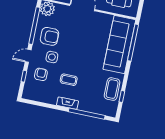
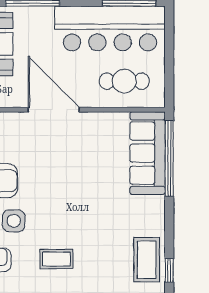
sofa: (119, 44) -> (148, 153), width x0.74, depth x0.79

